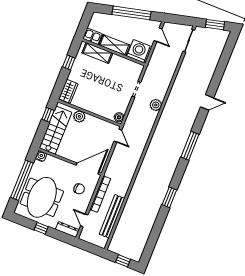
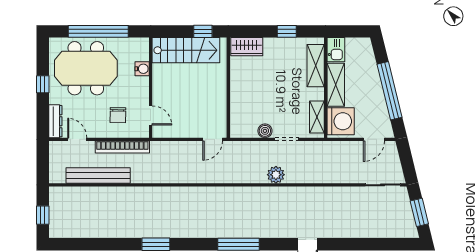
shelving: (130, 65) -> (317, 117), added
plant: (79, 116) -> (218, 76), removed
boiler: (119, 117) -> (265, 131), moved
water cooler: (41, 156) -> (142, 69), moved
door: (88, 168) -> (151, 115), width x0.53
door: (84, 220) -> (77, 139), hinge flipped

